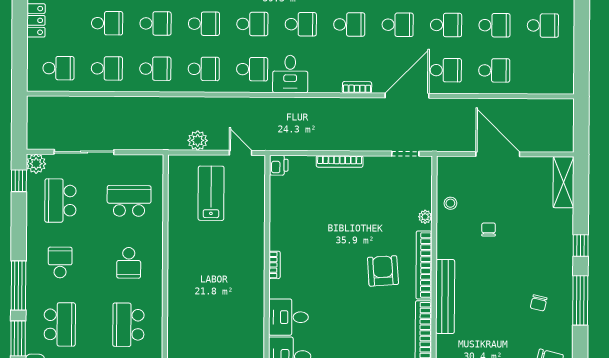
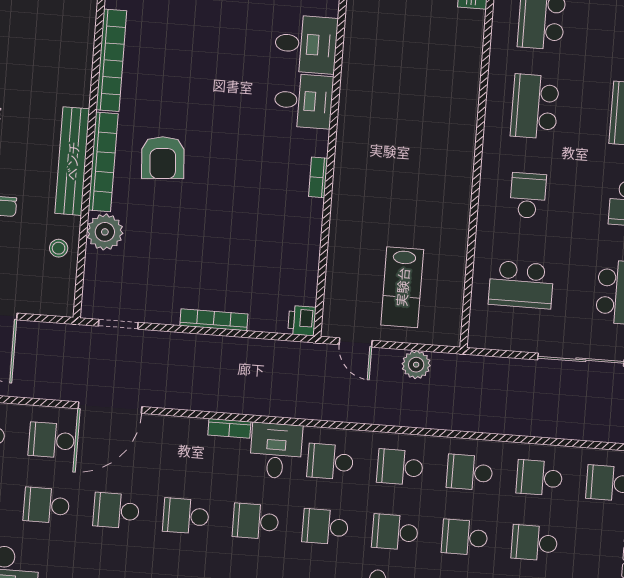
bookcase: (357, 87) -> (229, 428), moved
plant: (425, 217) -> (105, 232), width x1.88, depth x1.88
bench: (445, 296) -> (72, 161), moved
school desk: (128, 325) -> (535, 106), turned 180

